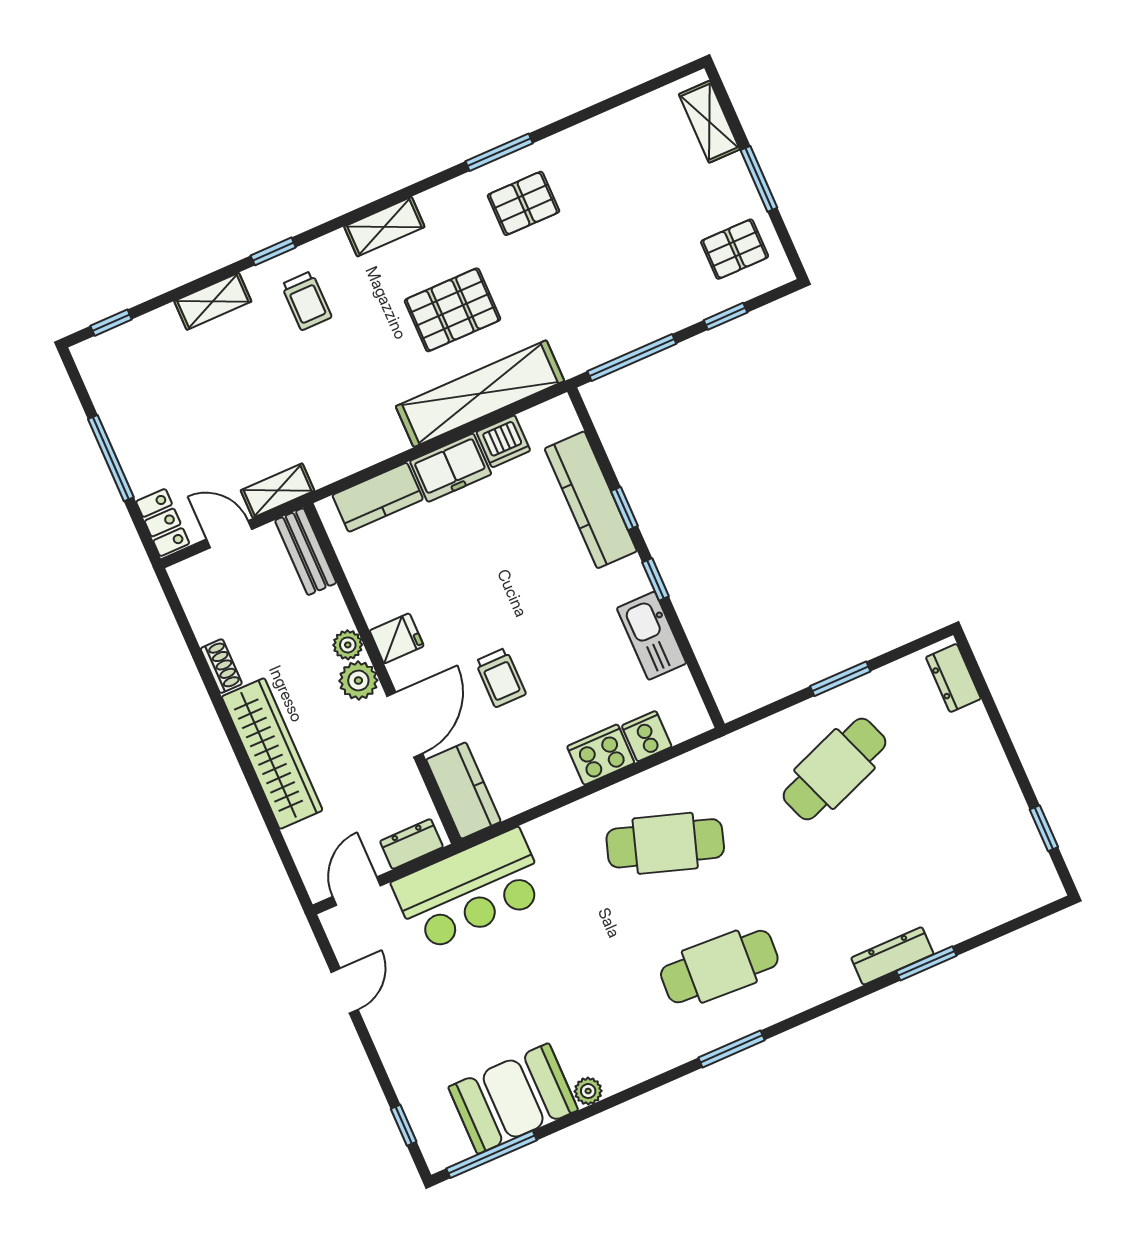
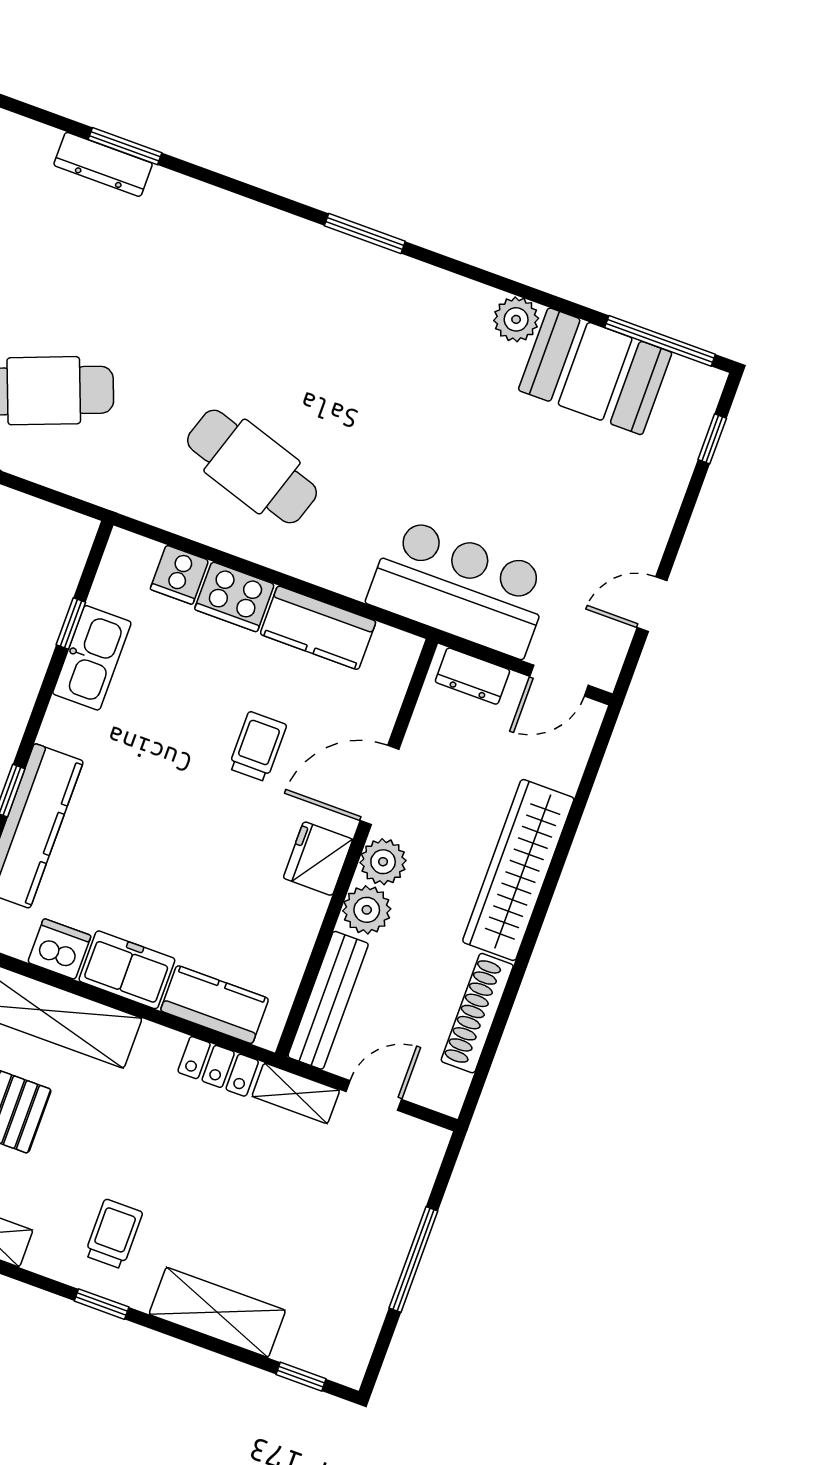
shelving: (213, 301) -> (217, 1312), width x1.50, depth x1.33
locker: (163, 523) -> (218, 1066), moved, turned -90
door: (229, 534) -> (374, 1096), swing flipped
bench: (306, 552) -> (328, 1000), width x1.36
window: (656, 579) -> (71, 623), moved
fridge: (397, 638) -> (318, 859), width x1.38
plant: (348, 645) -> (367, 910), width x1.38, depth x1.38
shoe rack: (221, 666) -> (477, 1013), width x1.94, depth x1.24
kitchen counter: (463, 791) -> (318, 628), moved, turned -90
dresser: (892, 956) -> (103, 164), moved
cafe table: (719, 967) -> (307, 315), removed
plant: (588, 1091) -> (516, 319), width x1.38, depth x1.38

